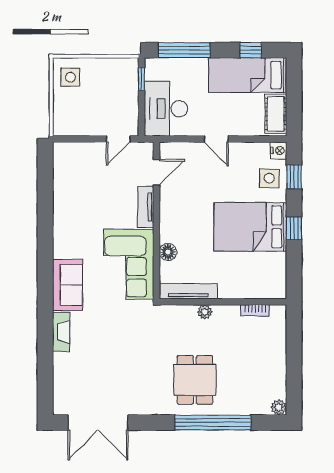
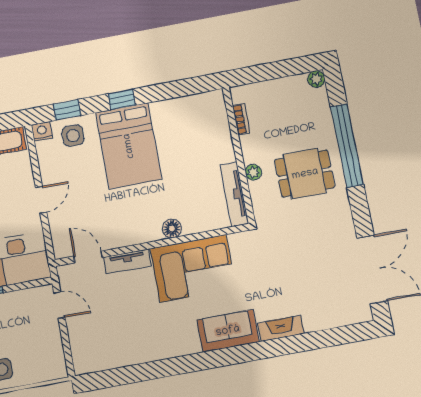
tv unit: (188, 291) -> (234, 194), moved
wall: (223, 302) -> (239, 155), moved
bookcase: (255, 310) -> (241, 119), moved
plant: (205, 312) -> (253, 172), moved

